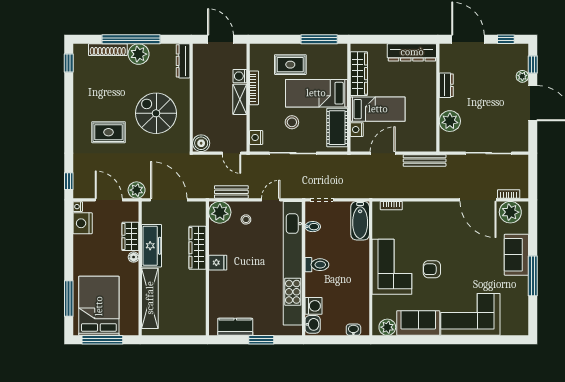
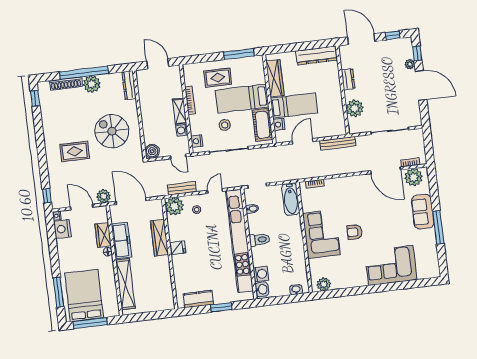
washing machine: (240, 76) -> (182, 130), moved
sofa: (418, 323) -> (349, 278), removed

